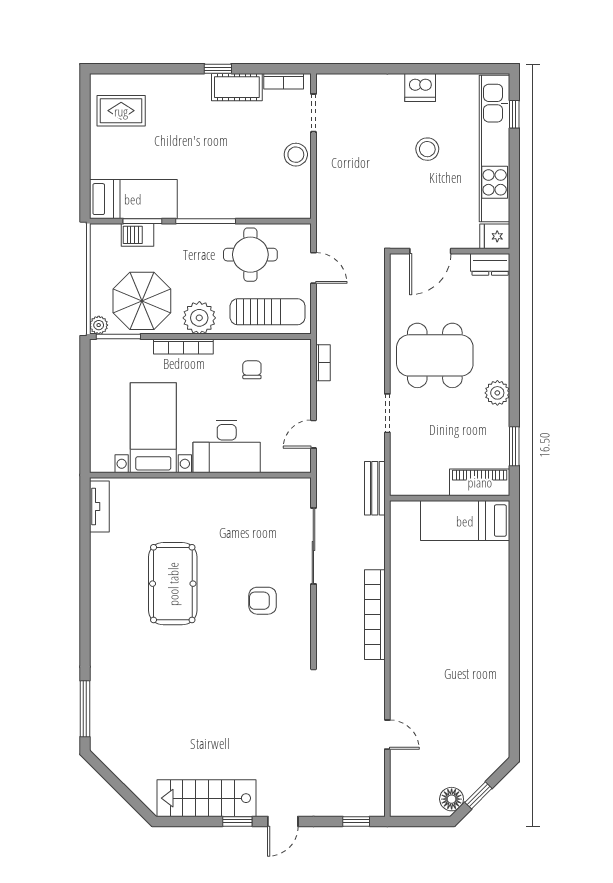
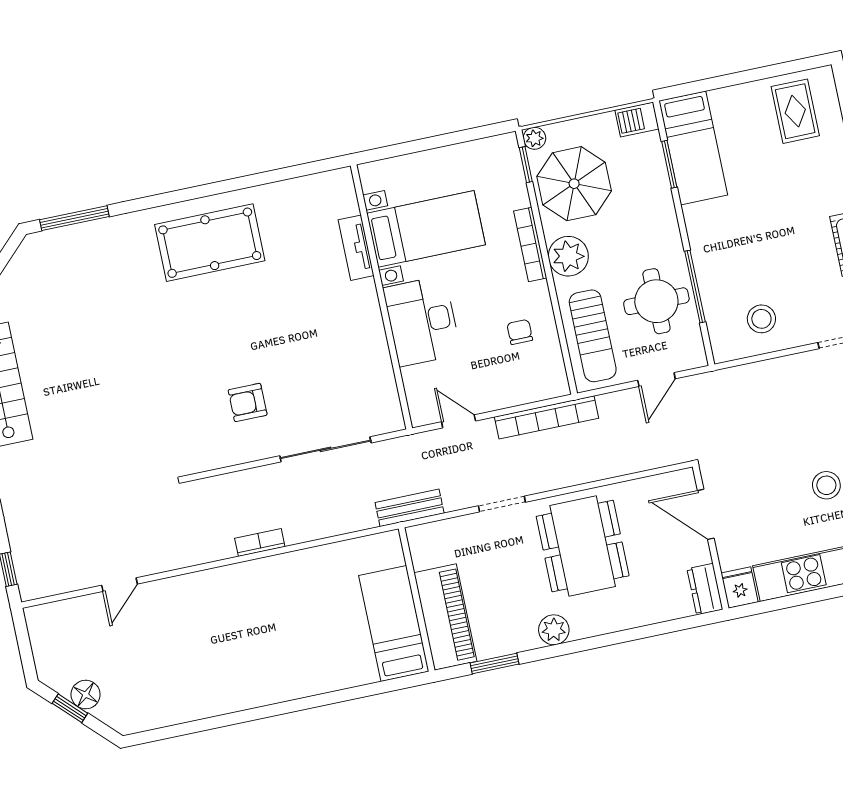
stool: (296, 155) -> (761, 319), moved
window: (206, 221) -> (695, 287), moved
barbecue: (138, 235) -> (637, 120), moved, turned -90
window: (118, 337) -> (526, 165), width x0.67
bookcase: (323, 363) -> (546, 417), width x2.31, depth x1.31
chair: (252, 370) -> (520, 332), turned -90
piano: (480, 482) -> (445, 617), width x1.37, depth x1.33
tv unit: (99, 507) -> (356, 248), moved, turned 90
pool table: (173, 584) -> (210, 243), moved
armchair: (263, 601) -> (248, 402), turned -90
bookcase: (375, 615) -> (260, 542), width x0.43, depth x0.76
floor lamp: (452, 799) -> (86, 695), moved

